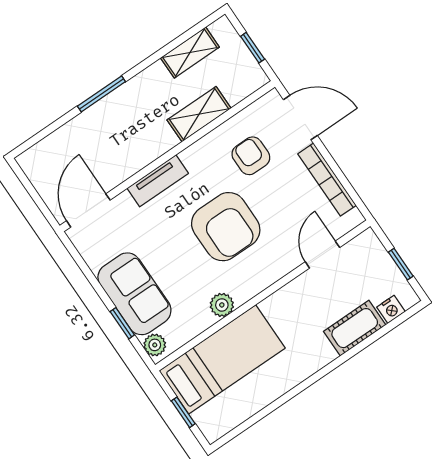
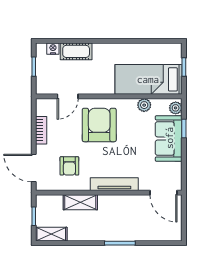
shelving: (190, 52) -> (51, 234), moved
bookcase: (327, 180) -> (41, 130), width x0.64
tv unit: (158, 181) -> (114, 184), width x1.41
door: (88, 210) -> (164, 193), hinge flipped
armchair: (226, 227) -> (99, 125), moved
plant: (222, 305) -> (144, 105), moved

